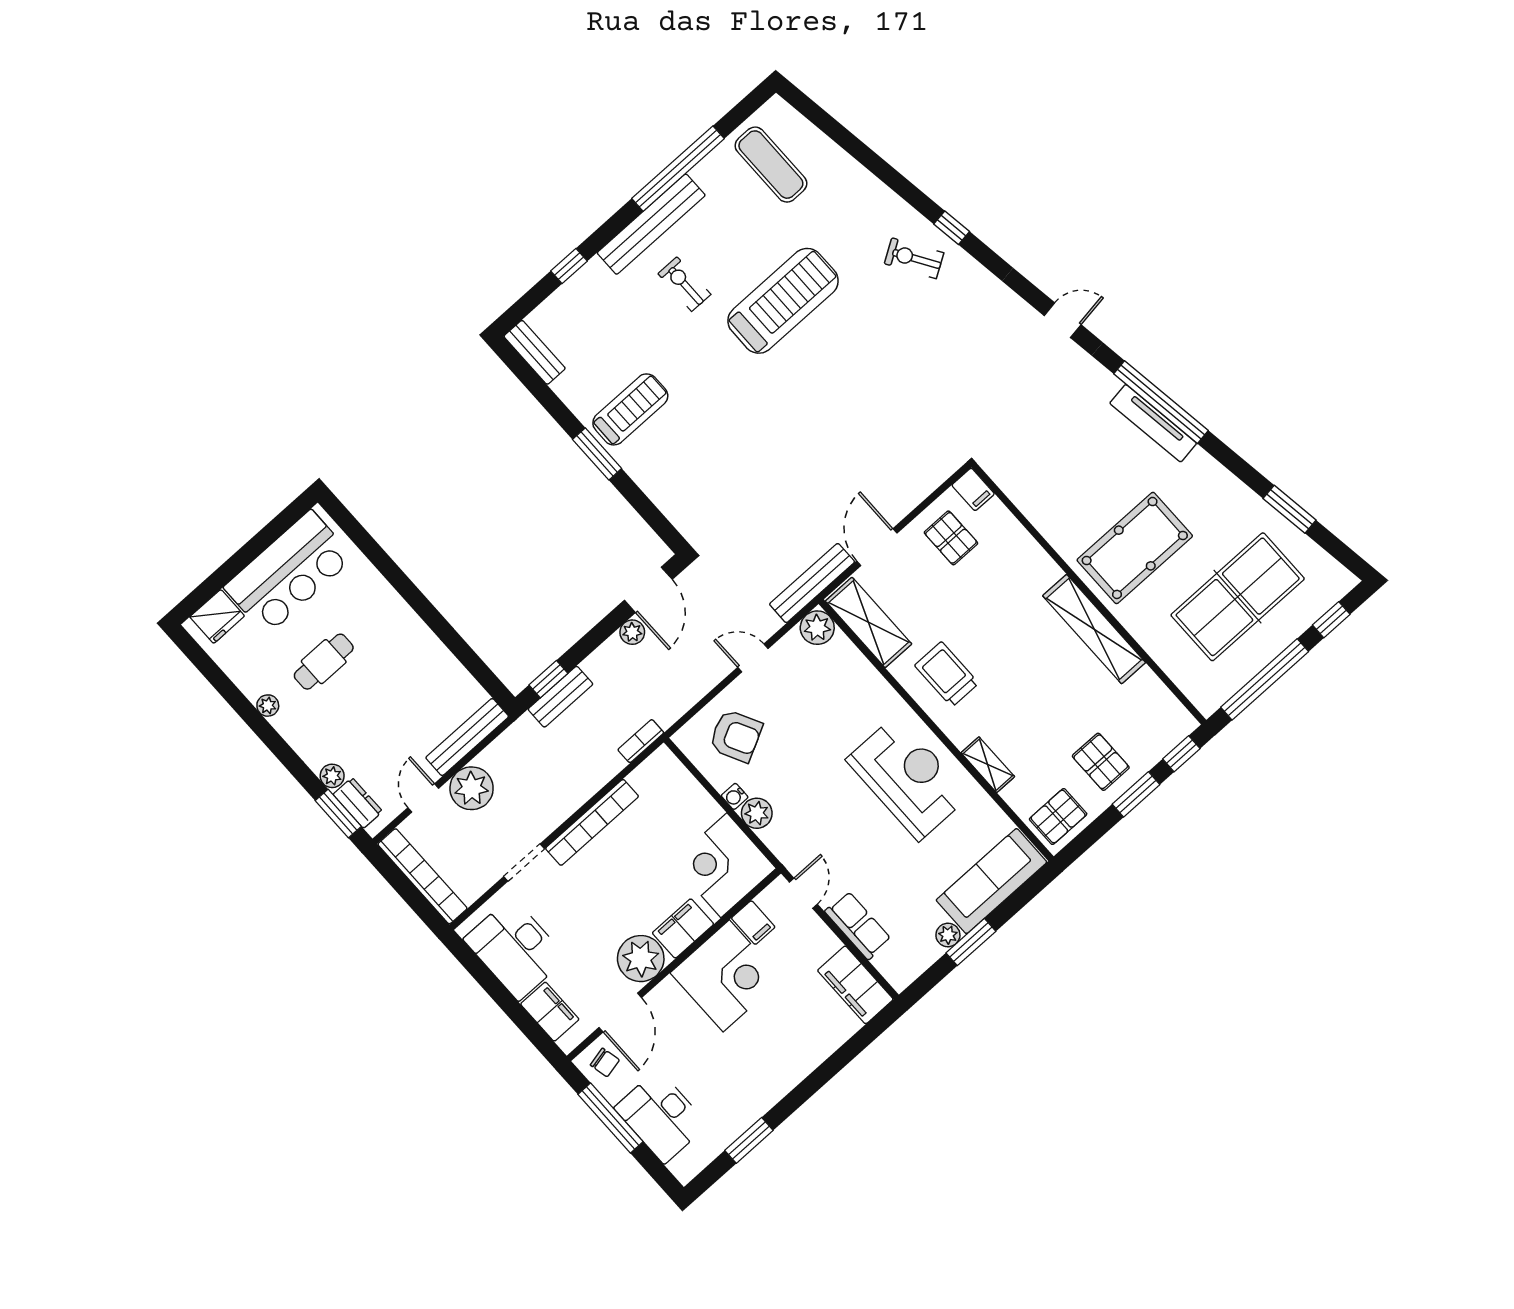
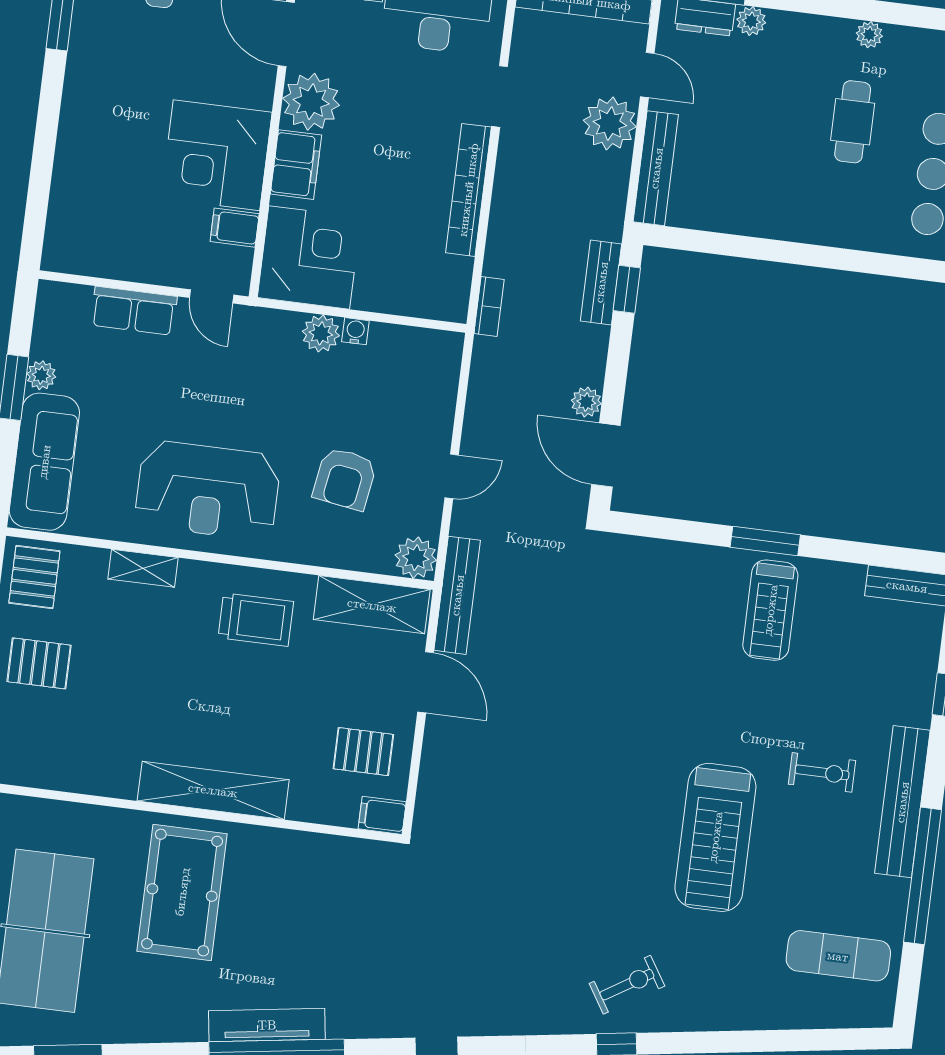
shelving: (1094, 629) -> (213, 790), moved
armchair: (736, 736) -> (345, 479), moved, turned -54
filing cabinet: (855, 985) -> (88, 253), removed

